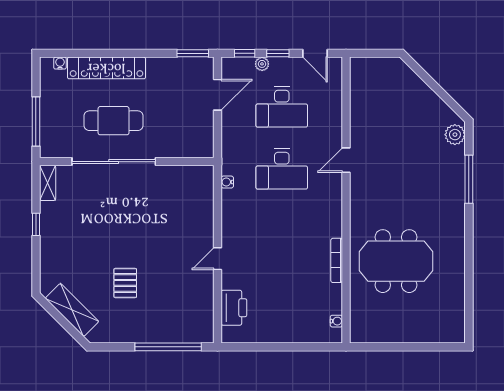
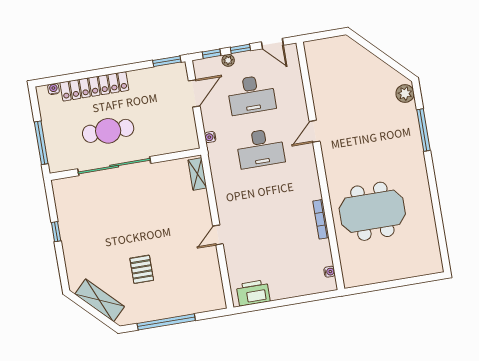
water cooler: (227, 182) -> (210, 137), moved
shelving: (48, 183) -> (197, 174), moved
printer: (234, 308) -> (253, 293), moved, turned -90
window: (168, 347) -> (166, 322), moved

